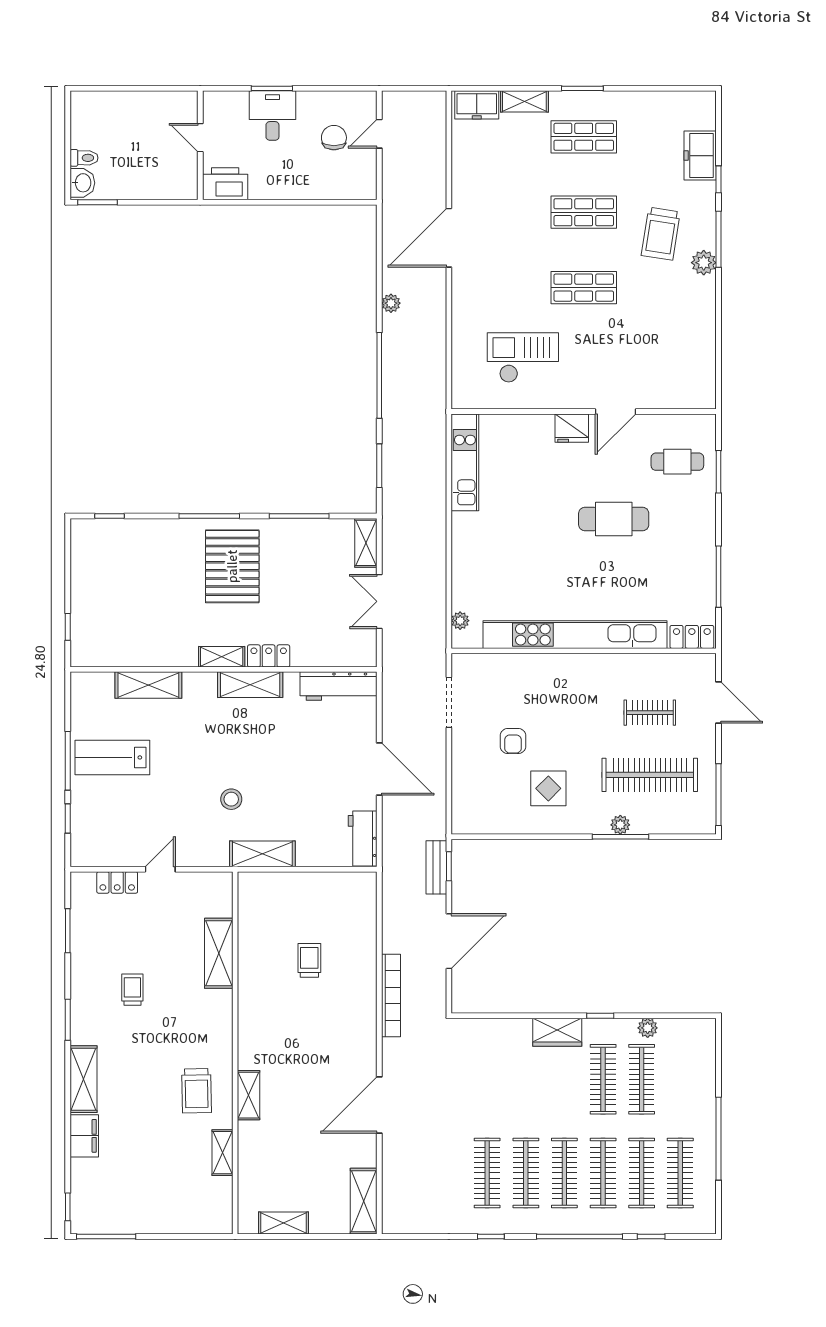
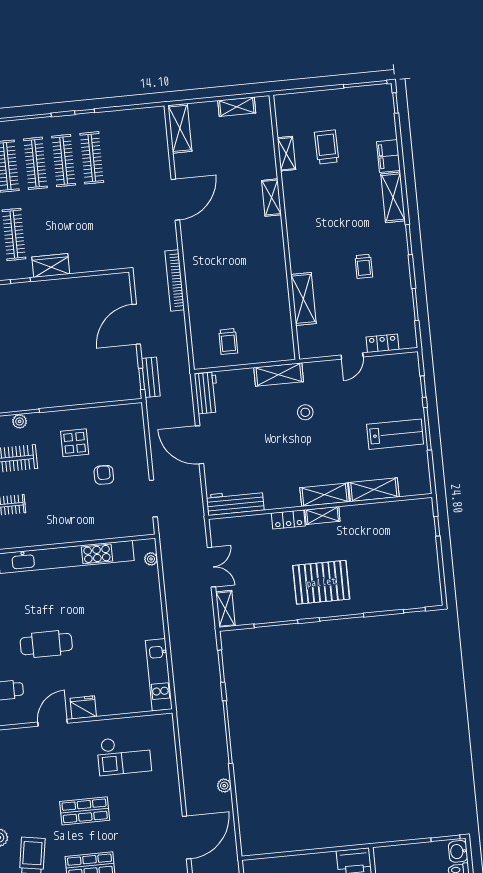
pallet: (232, 566) -> (321, 582), turned 90
shelving: (250, 685) -> (325, 495), moved
trolley: (309, 960) -> (228, 342), moved
trolley: (197, 1091) -> (327, 147), moved

